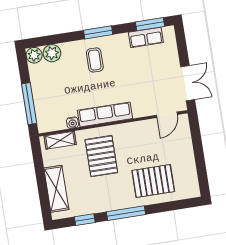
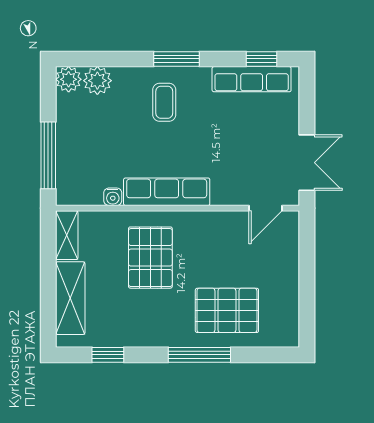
window: (150, 24) -> (262, 59), width x0.67
row of seats: (146, 37) -> (252, 79), width x1.48
shelving: (60, 140) -> (67, 235), moved, turned 90
window: (126, 213) -> (199, 355), moved

